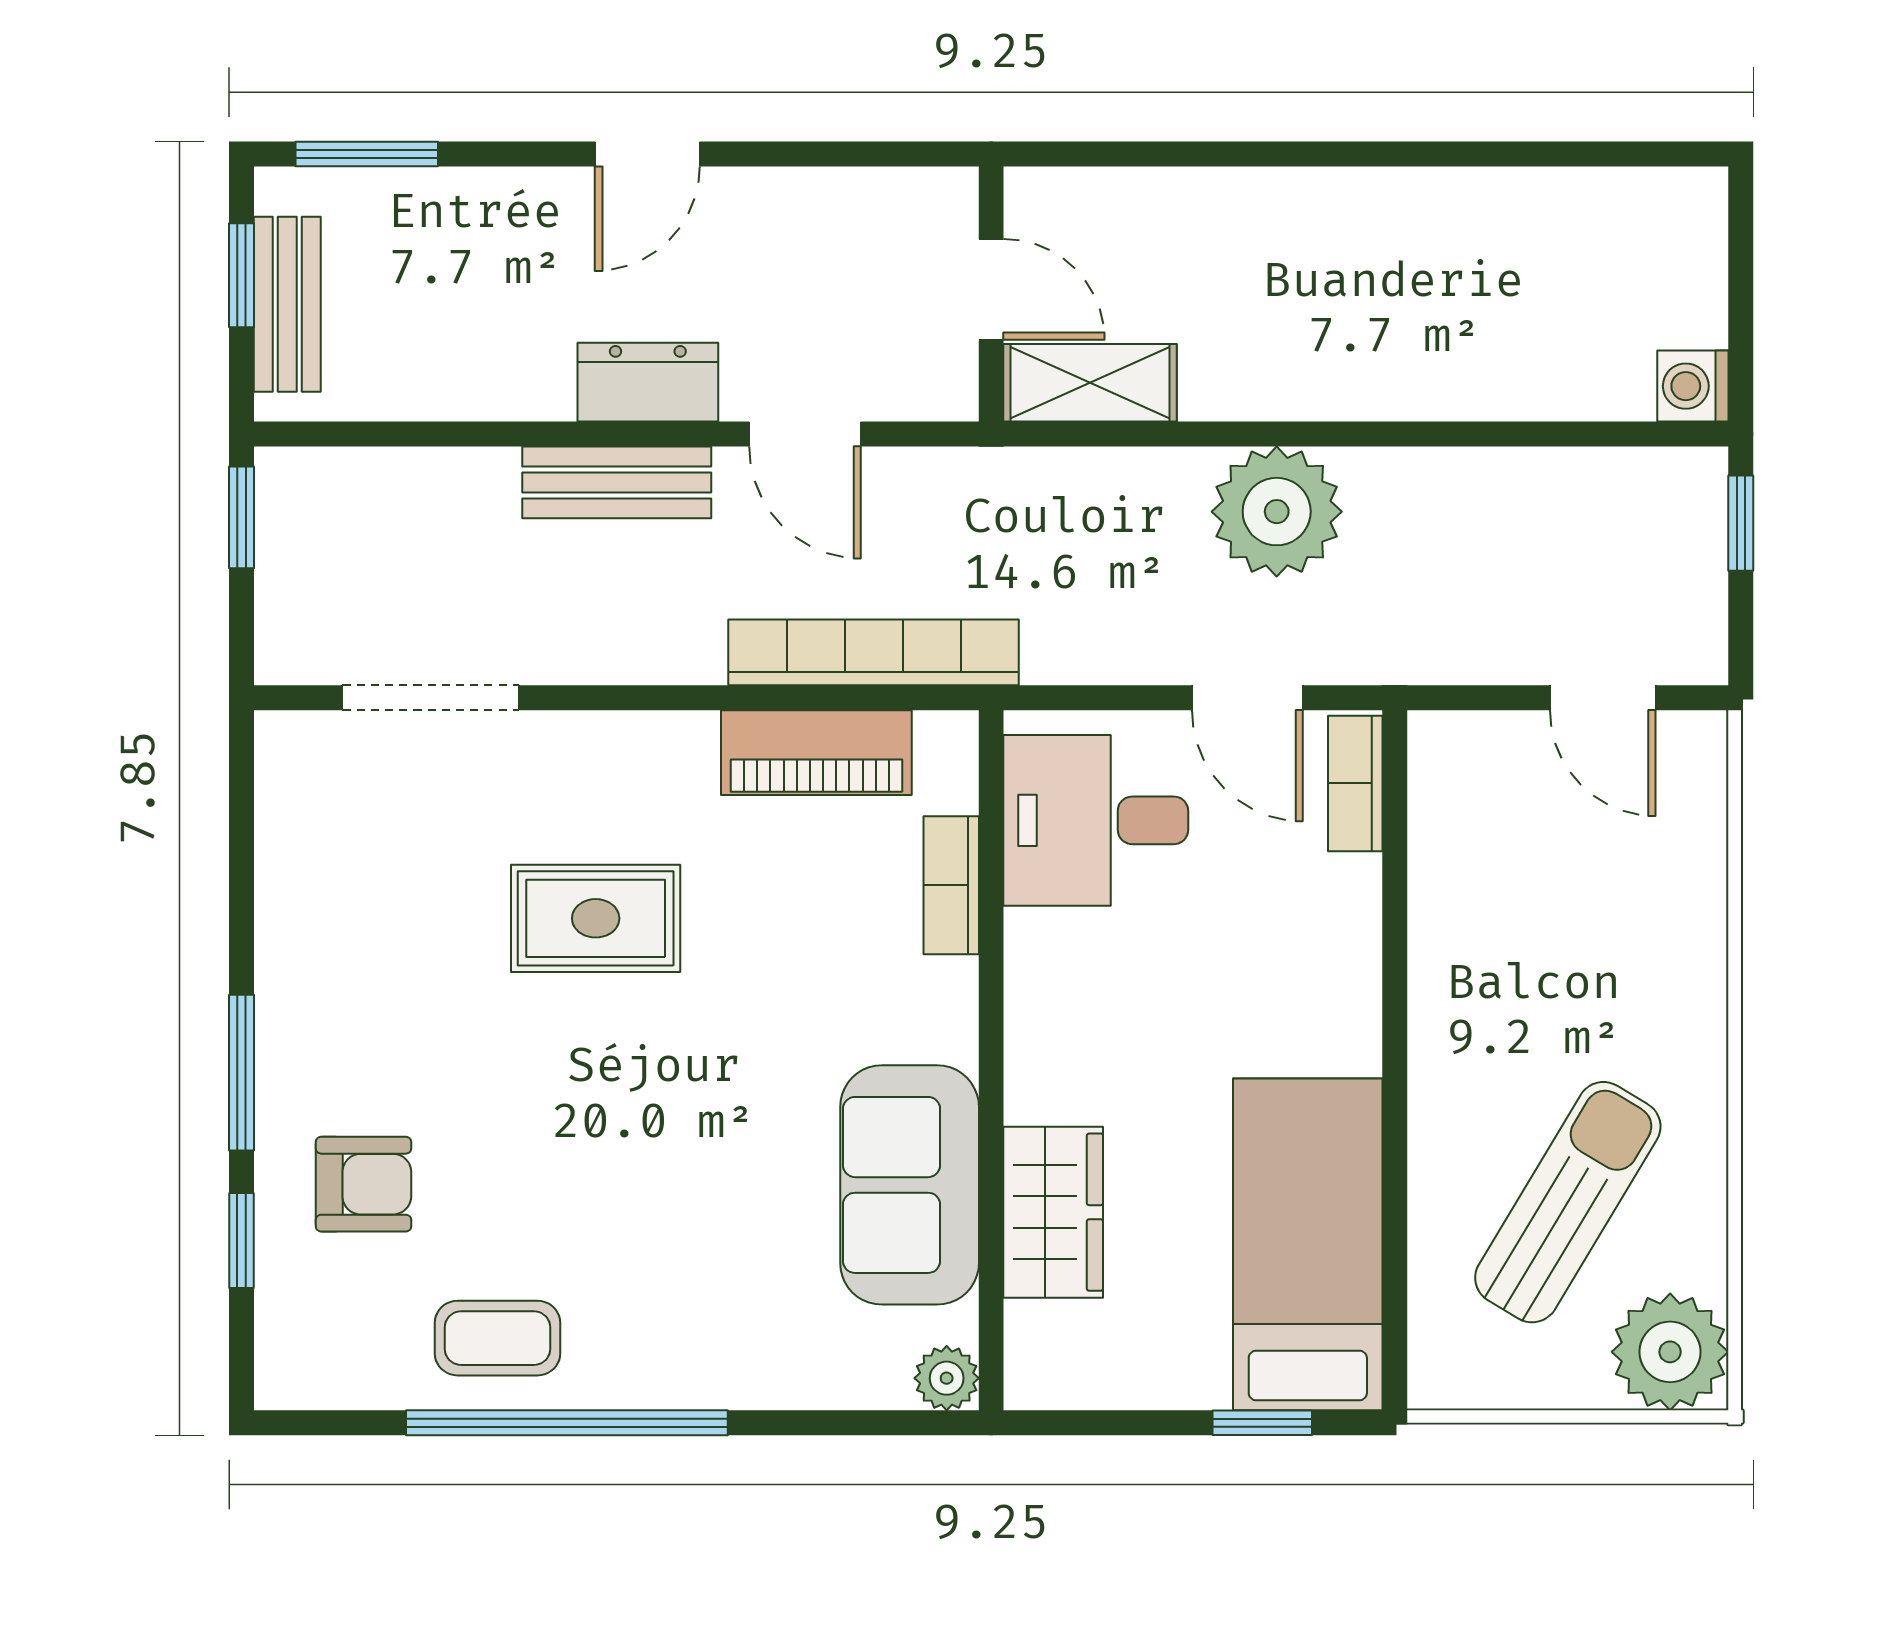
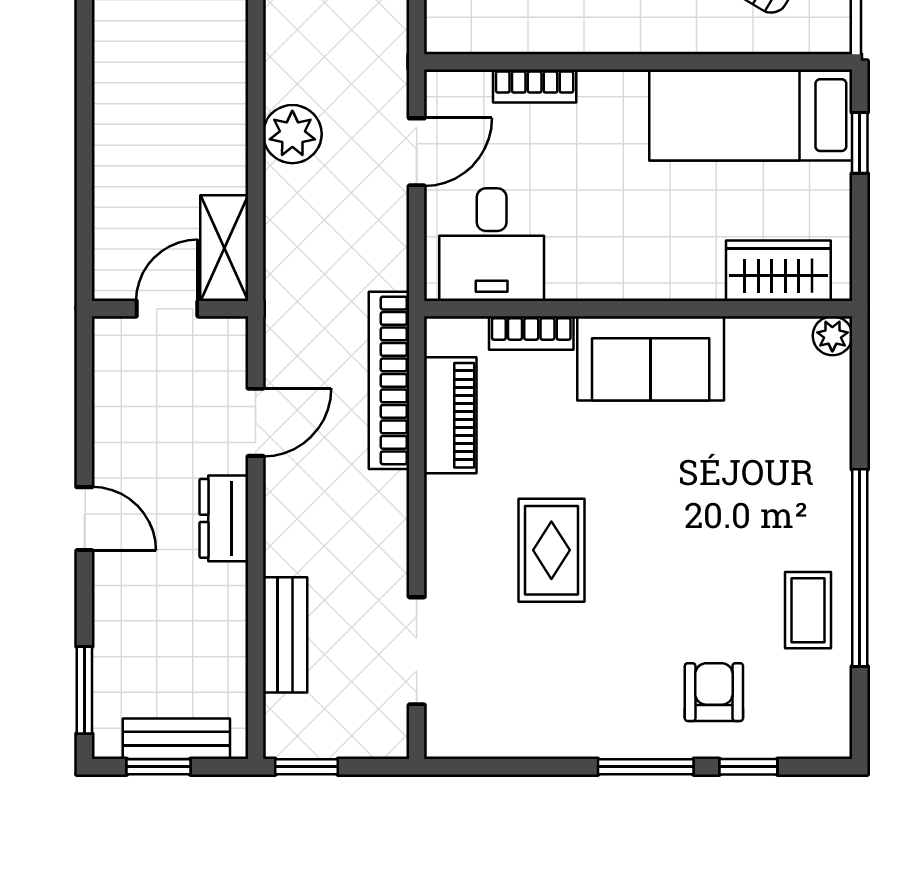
bench: (617, 482) -> (285, 635), moved
plant: (1277, 512) -> (292, 134), width x0.73, depth x0.73
bookcase: (1355, 783) -> (535, 86), moved
sofa: (910, 1185) -> (651, 358), moved
wardrobe: (1053, 1212) -> (778, 271), moved

